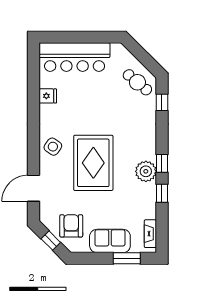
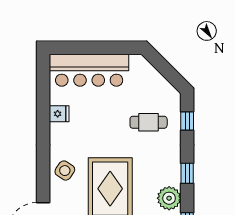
cafe table: (137, 82) -> (149, 122), moved, turned -40
window: (162, 163) -> (187, 173), moved

